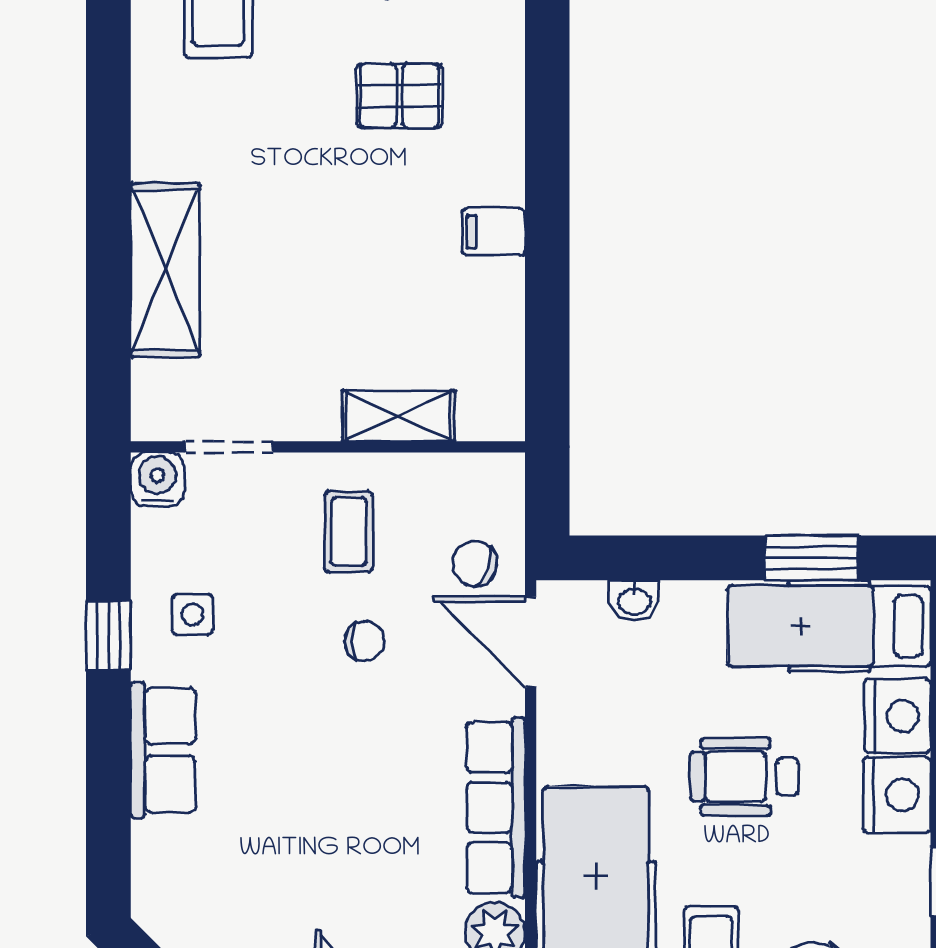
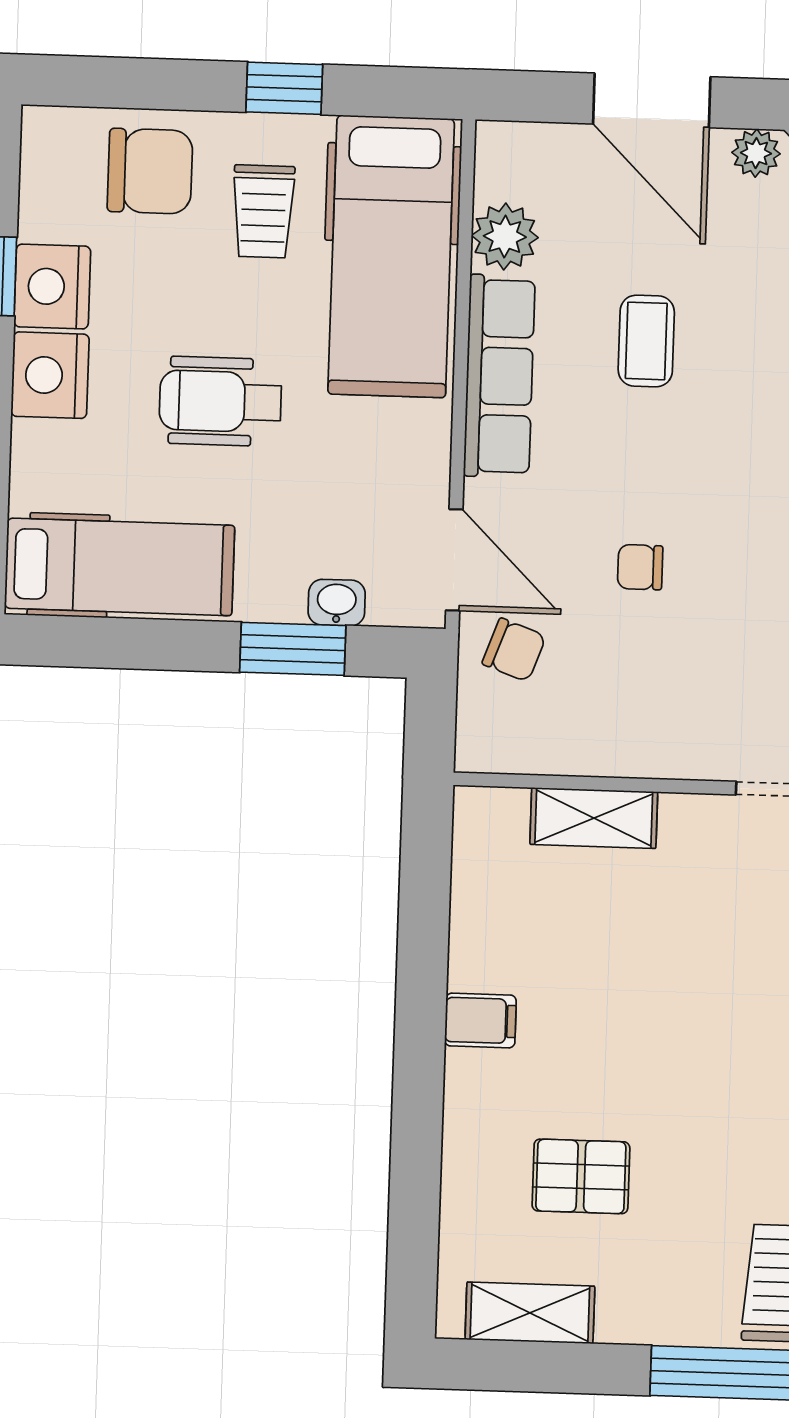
coffee table: (349, 532) -> (646, 341), moved
window: (812, 558) -> (293, 649), moved
nightstand: (897, 716) -> (52, 287), moved
wheelchair: (744, 777) -> (220, 401), turned 180

